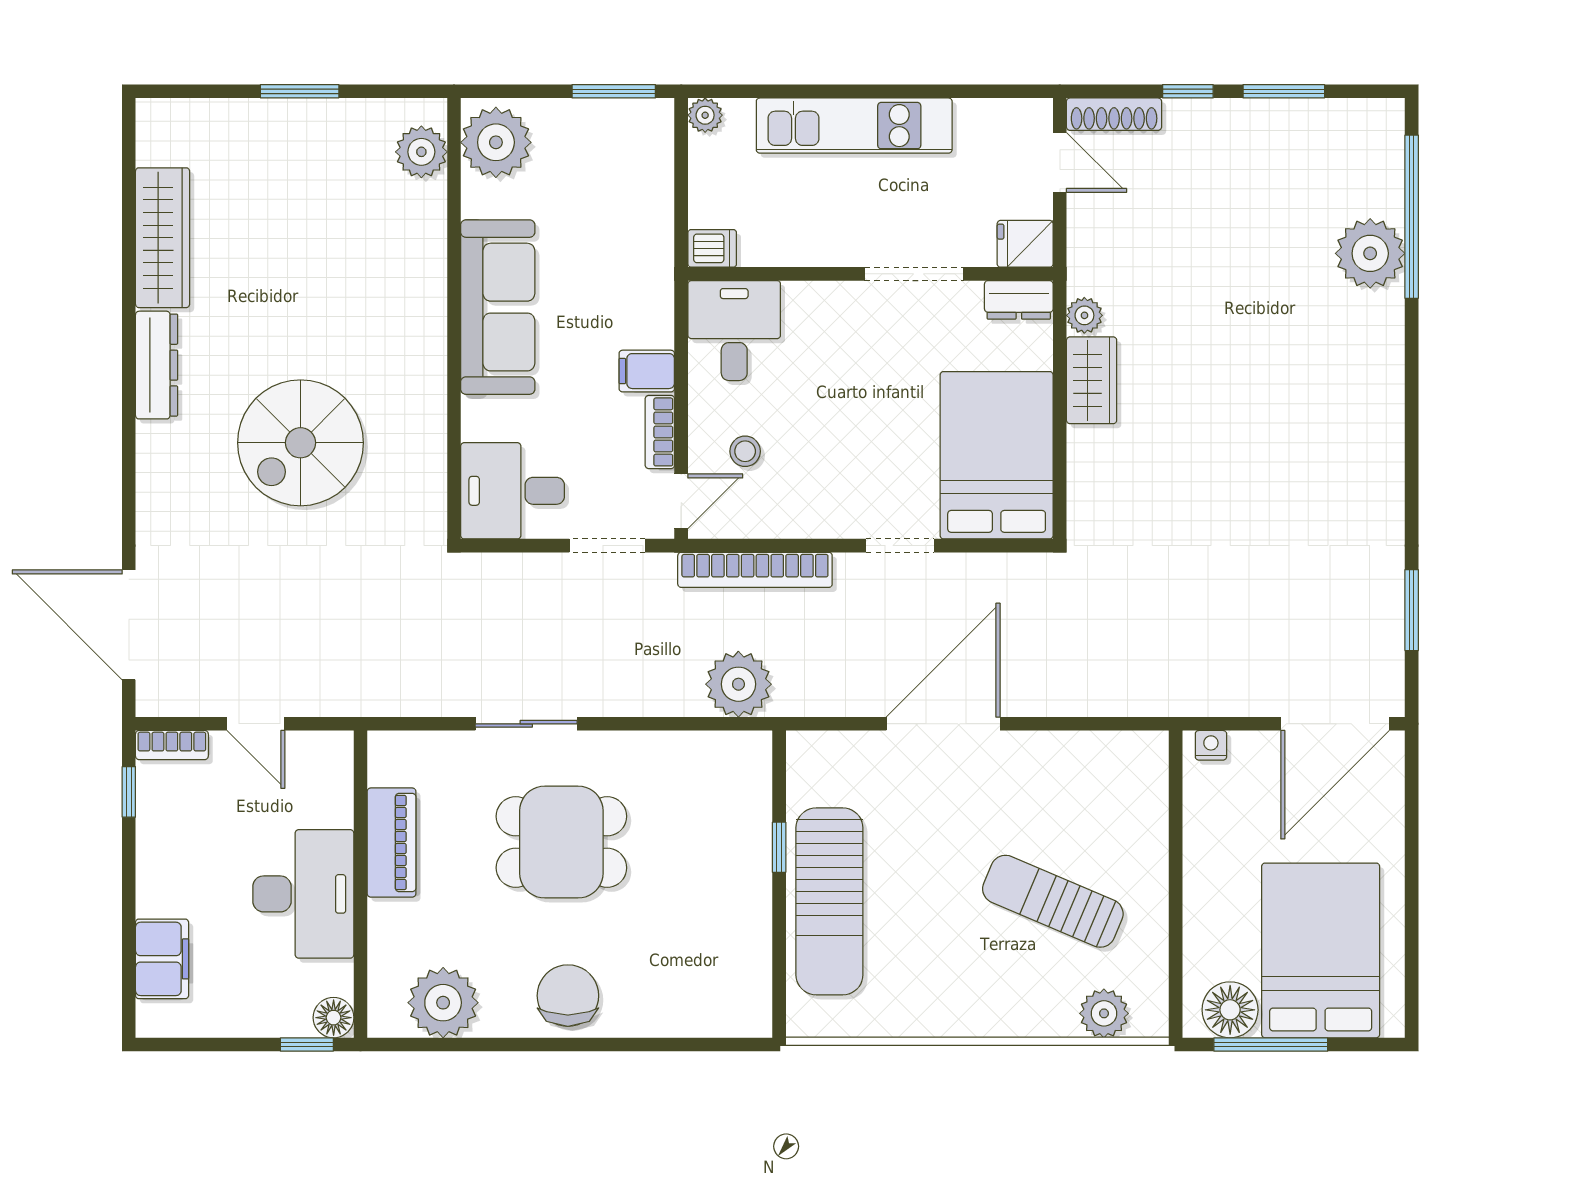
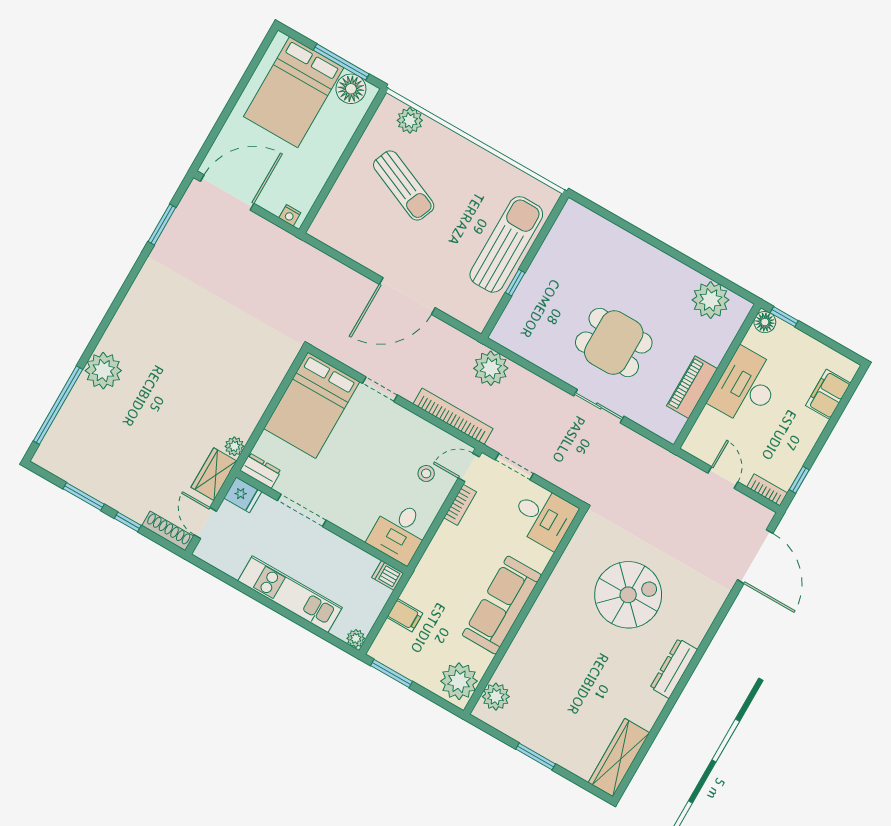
wardrobe: (163, 238) -> (619, 758), moved
plant: (1370, 253) -> (103, 371), moved
filing cabinet: (647, 371) -> (405, 615), moved
wardrobe: (1092, 380) -> (214, 474), moved
chair: (568, 996) -> (651, 270), removed

